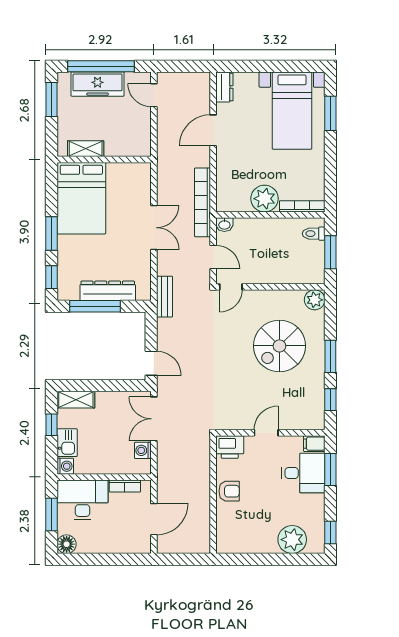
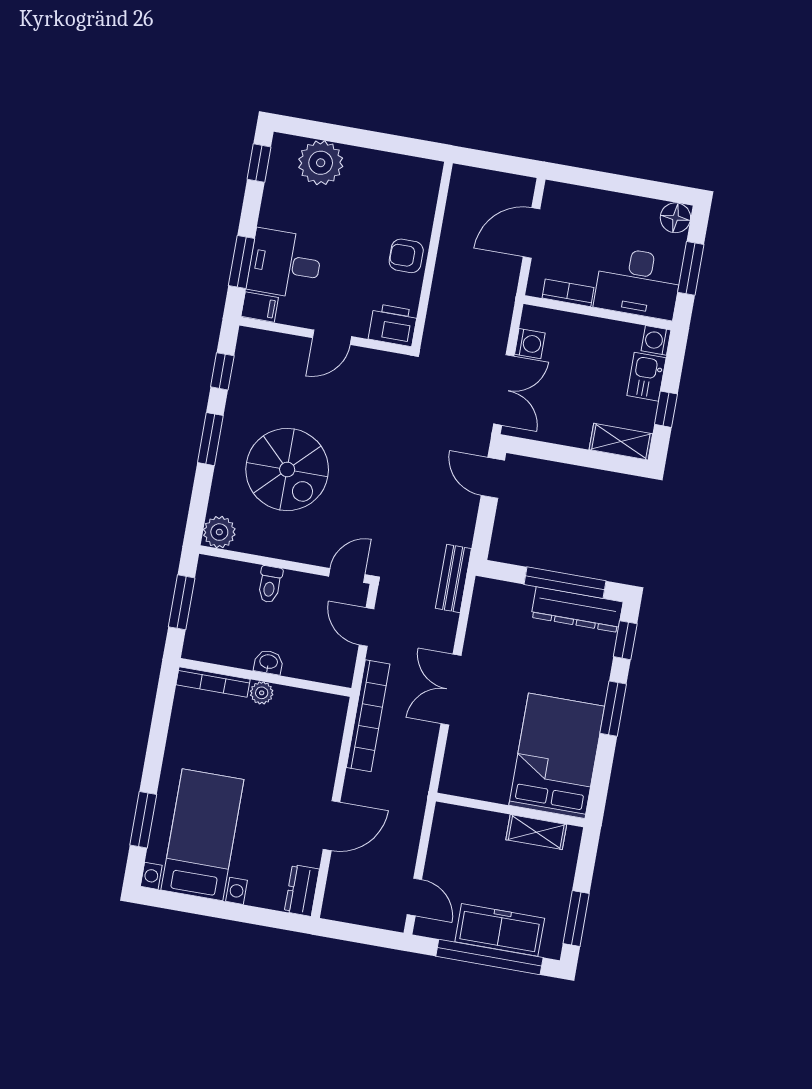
plant: (265, 199) -> (262, 693), width x0.53, depth x0.53
washbasin: (224, 225) -> (268, 662), moved
toilet: (314, 234) -> (270, 584), moved, turned 90
dresser: (108, 291) -> (577, 610), moved
spiral stairs: (279, 346) -> (287, 469), turned 90

